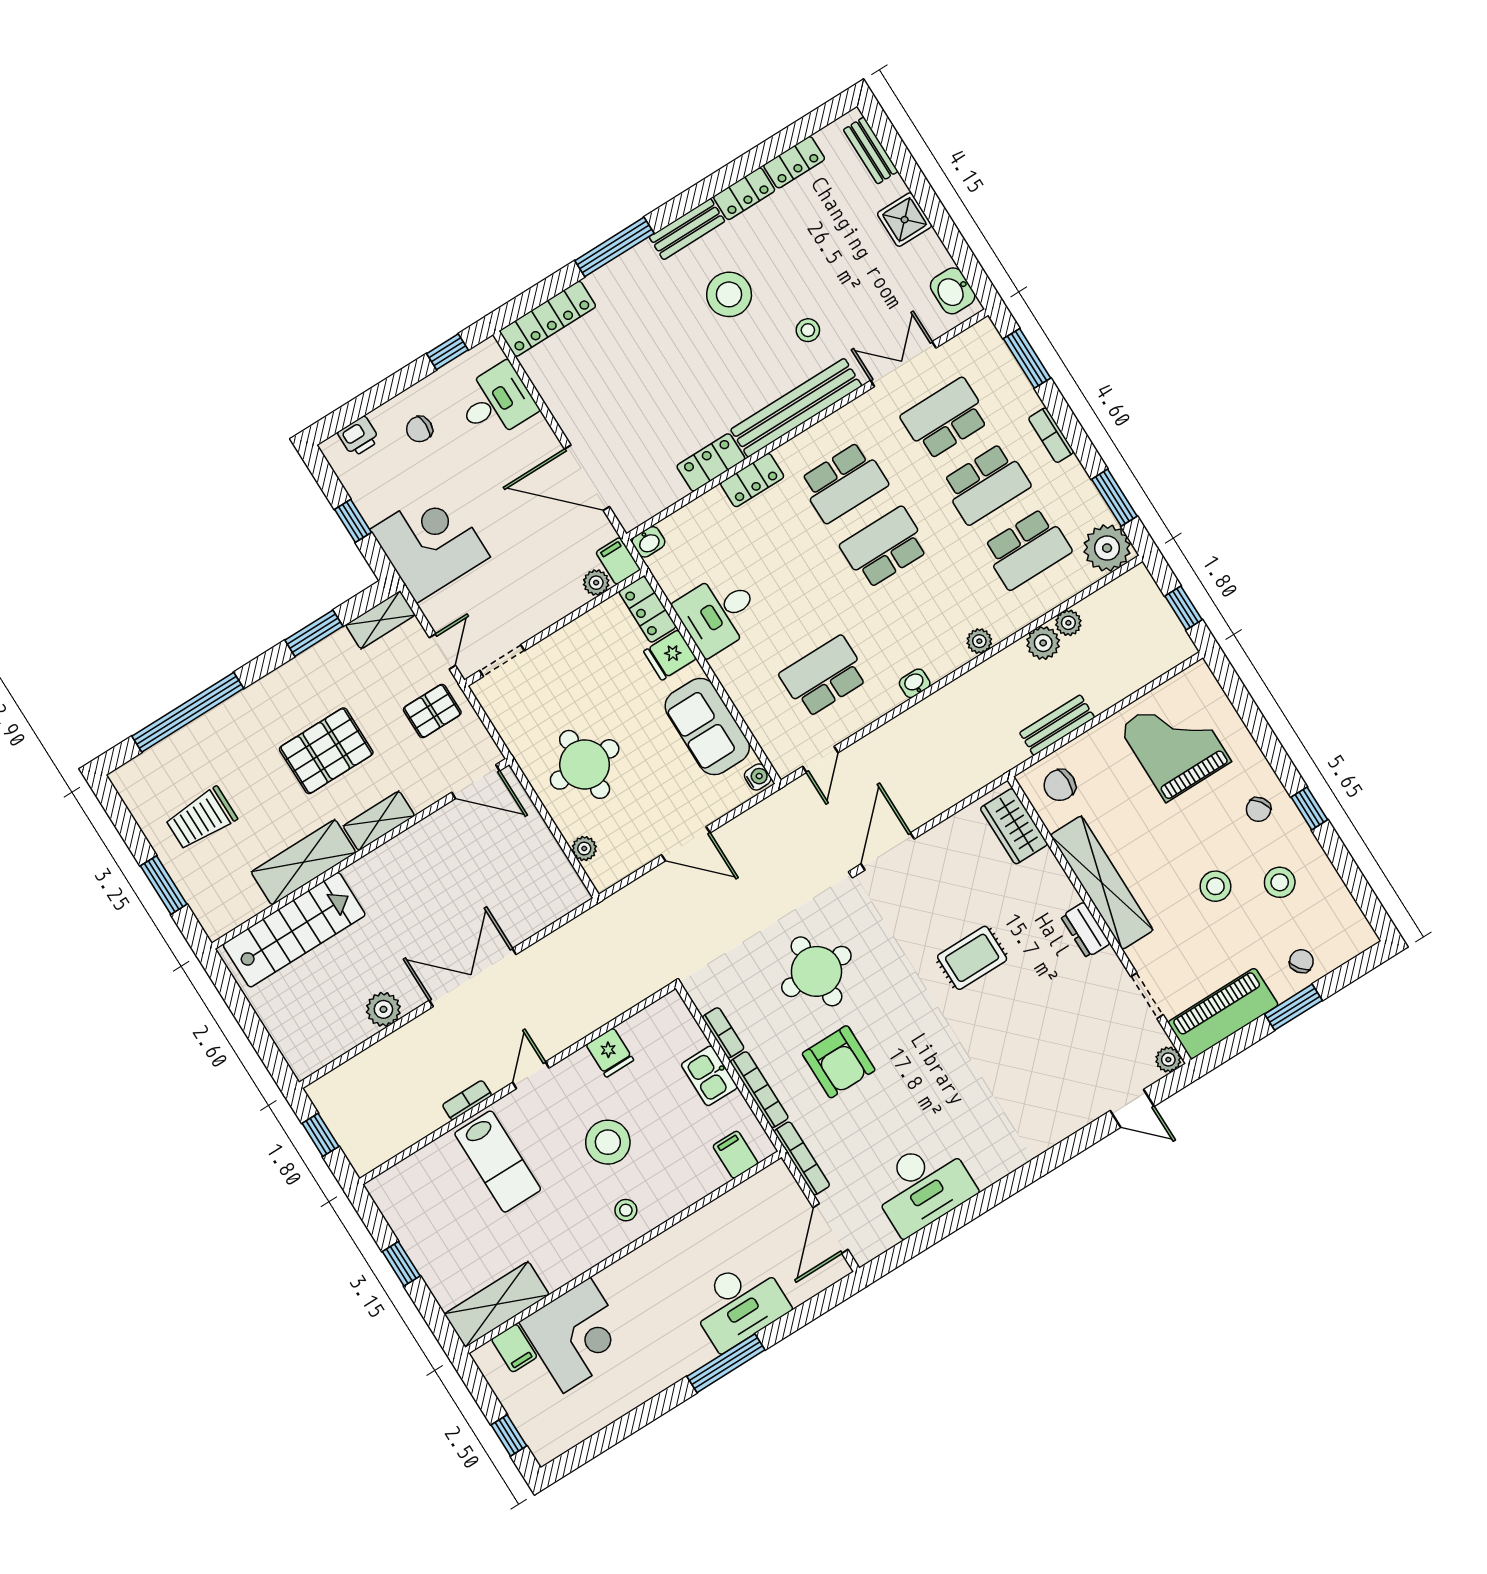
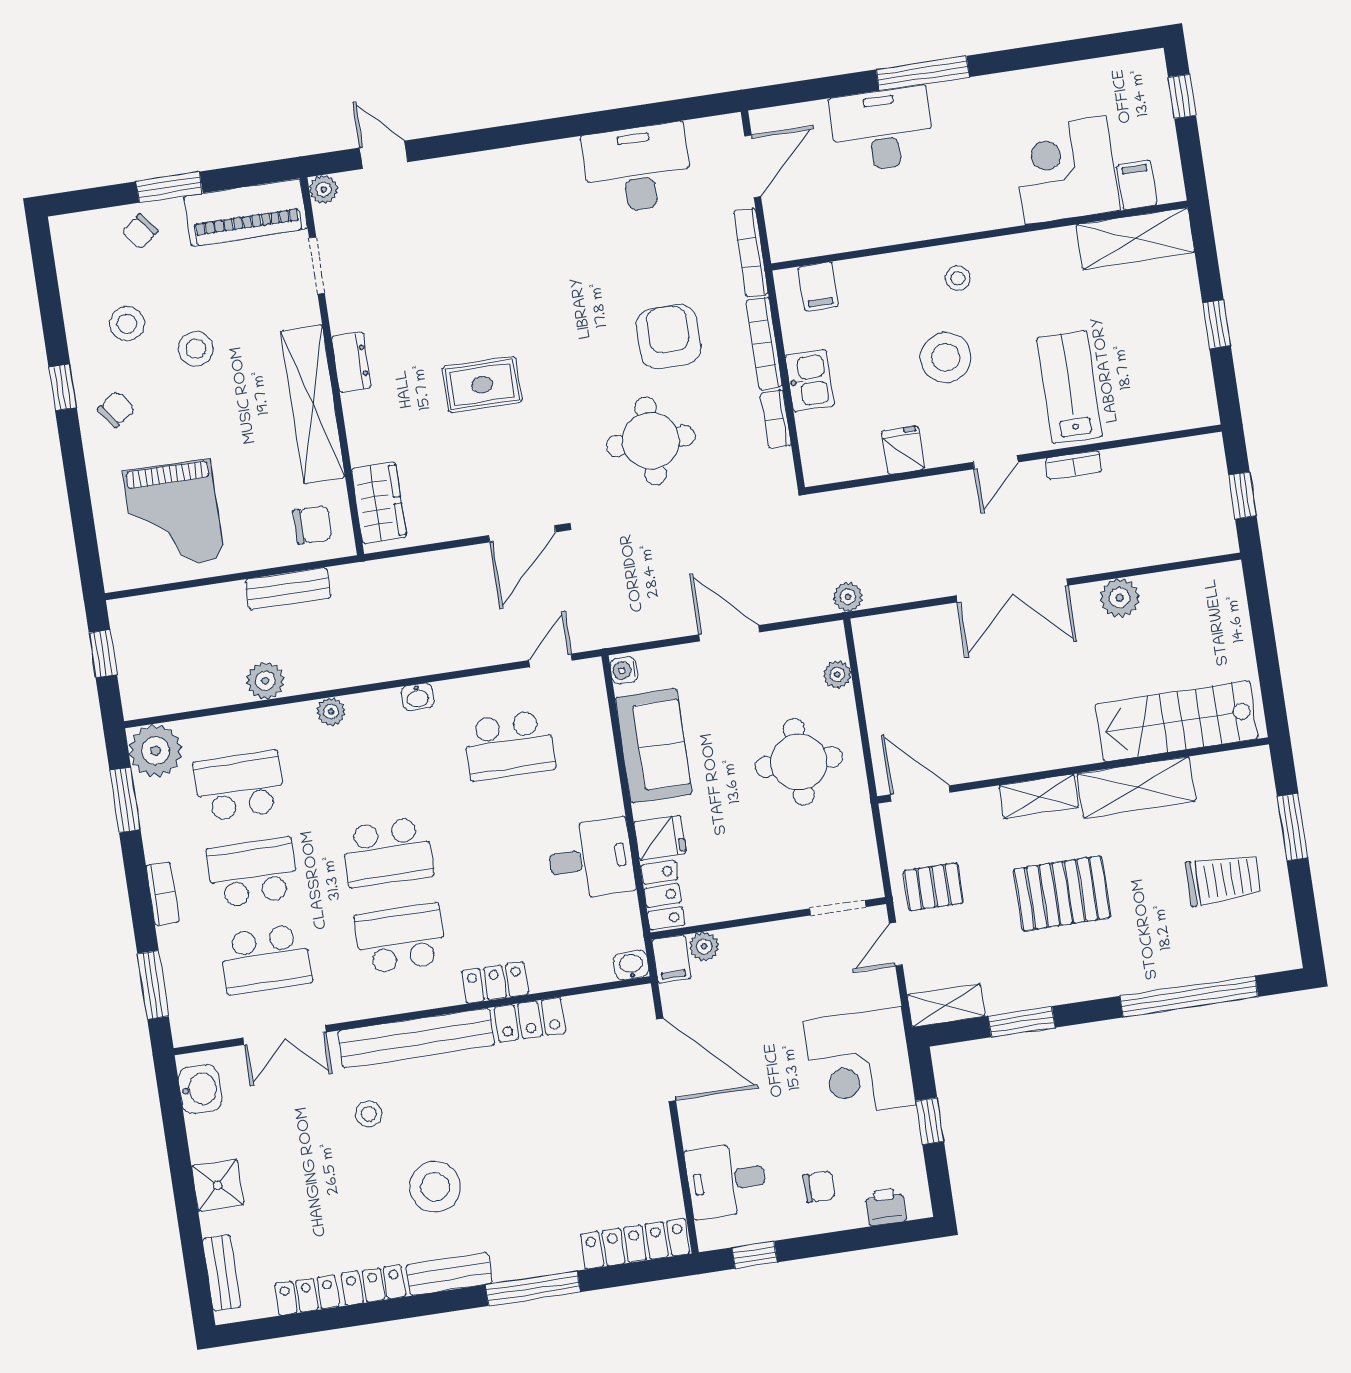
plant: (1068, 623) -> (848, 597), moved

